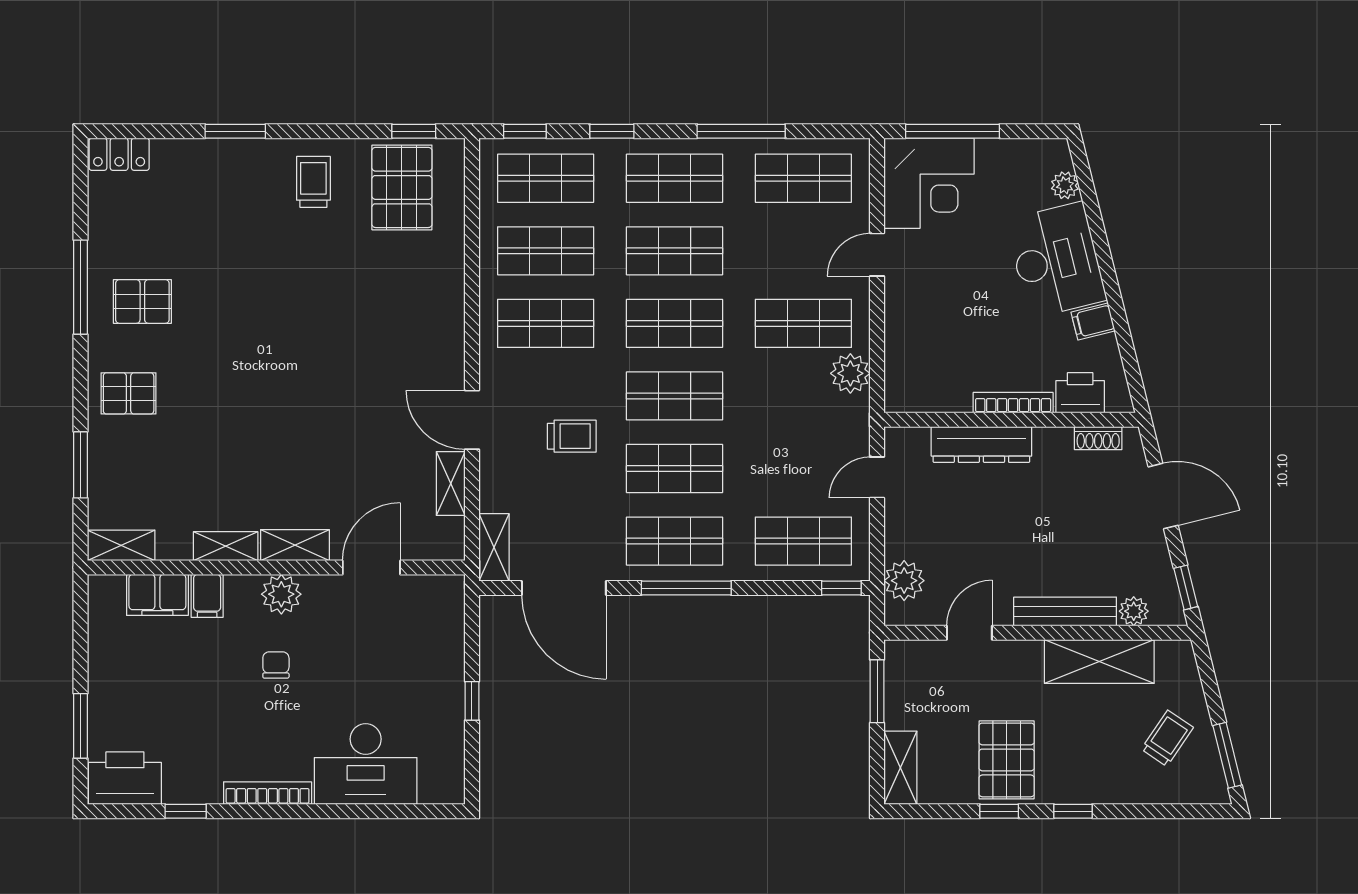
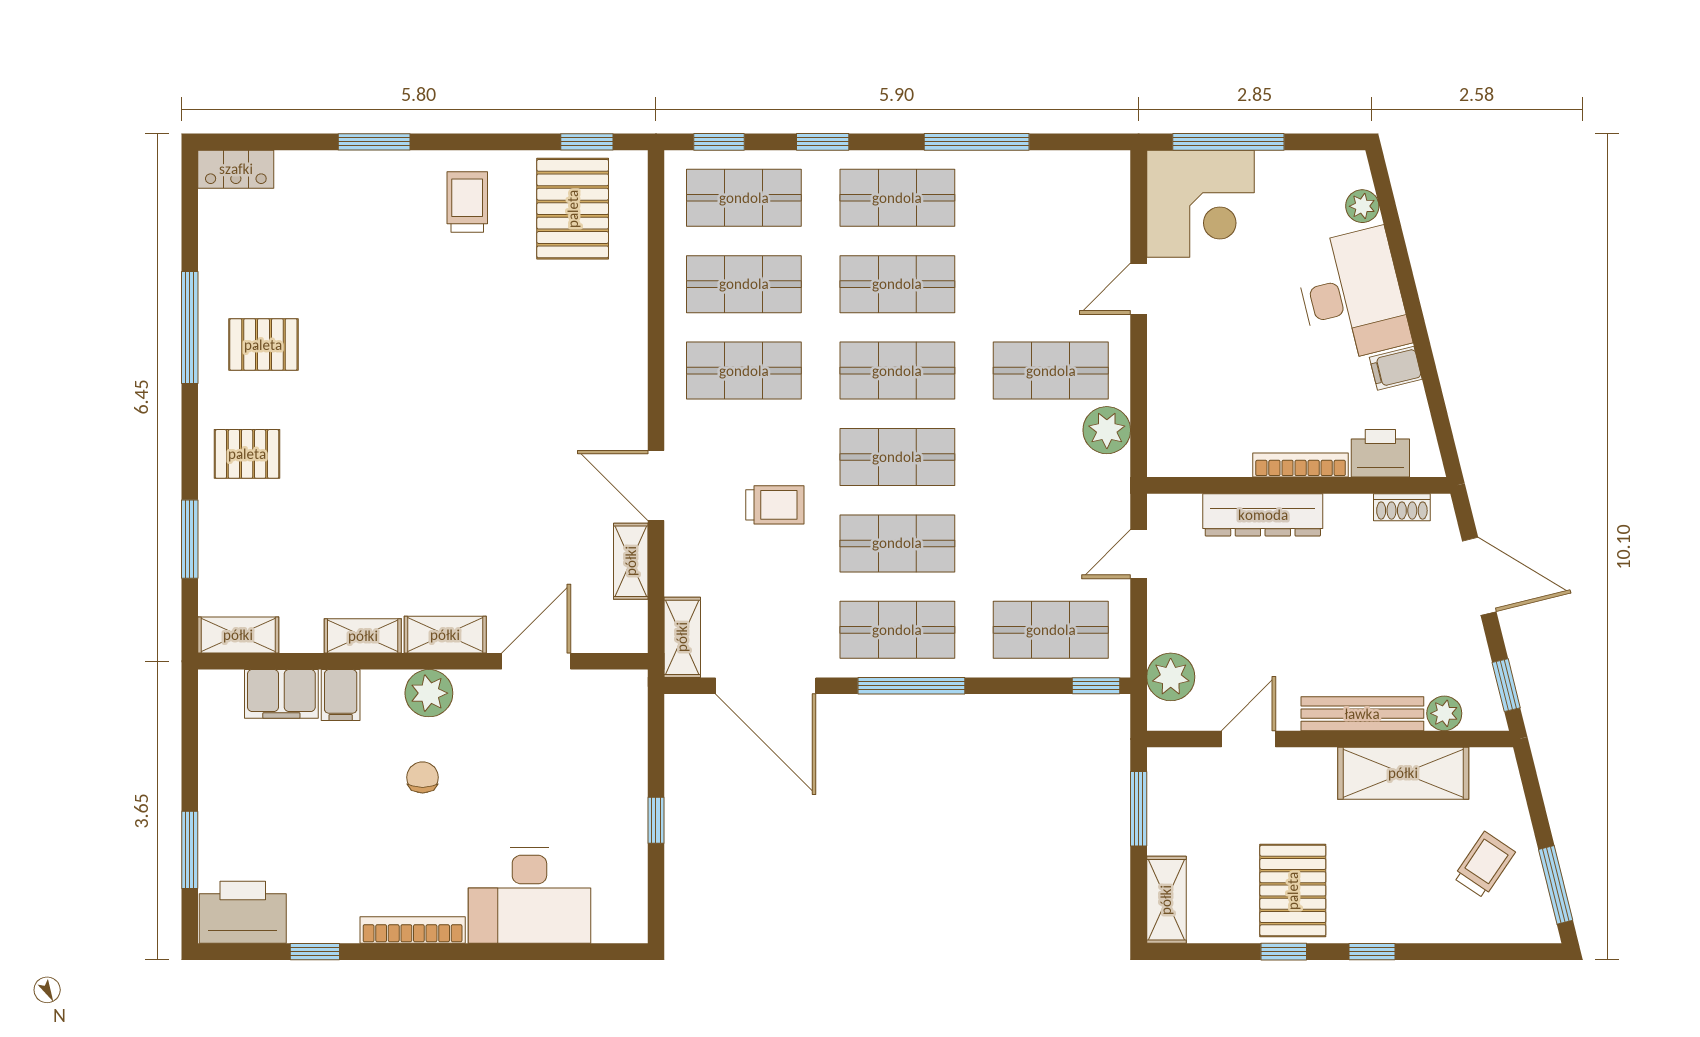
shop shelf: (803, 178) -> (1051, 198), removed

